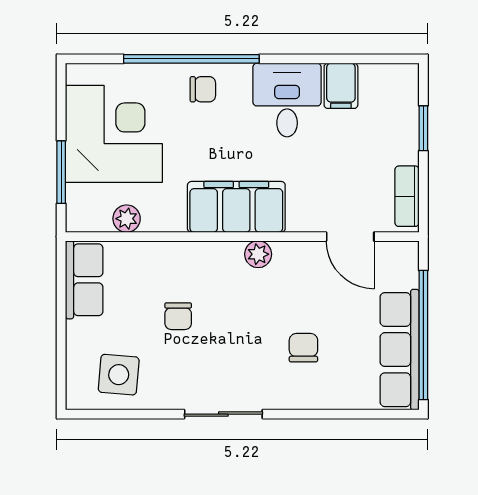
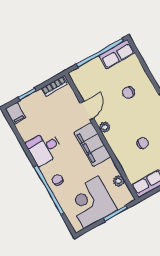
filing cabinet: (341, 86) -> (15, 113), moved, turned 90
door: (350, 237) -> (87, 111), moved
row of seats: (400, 350) -> (117, 54), width x0.68

